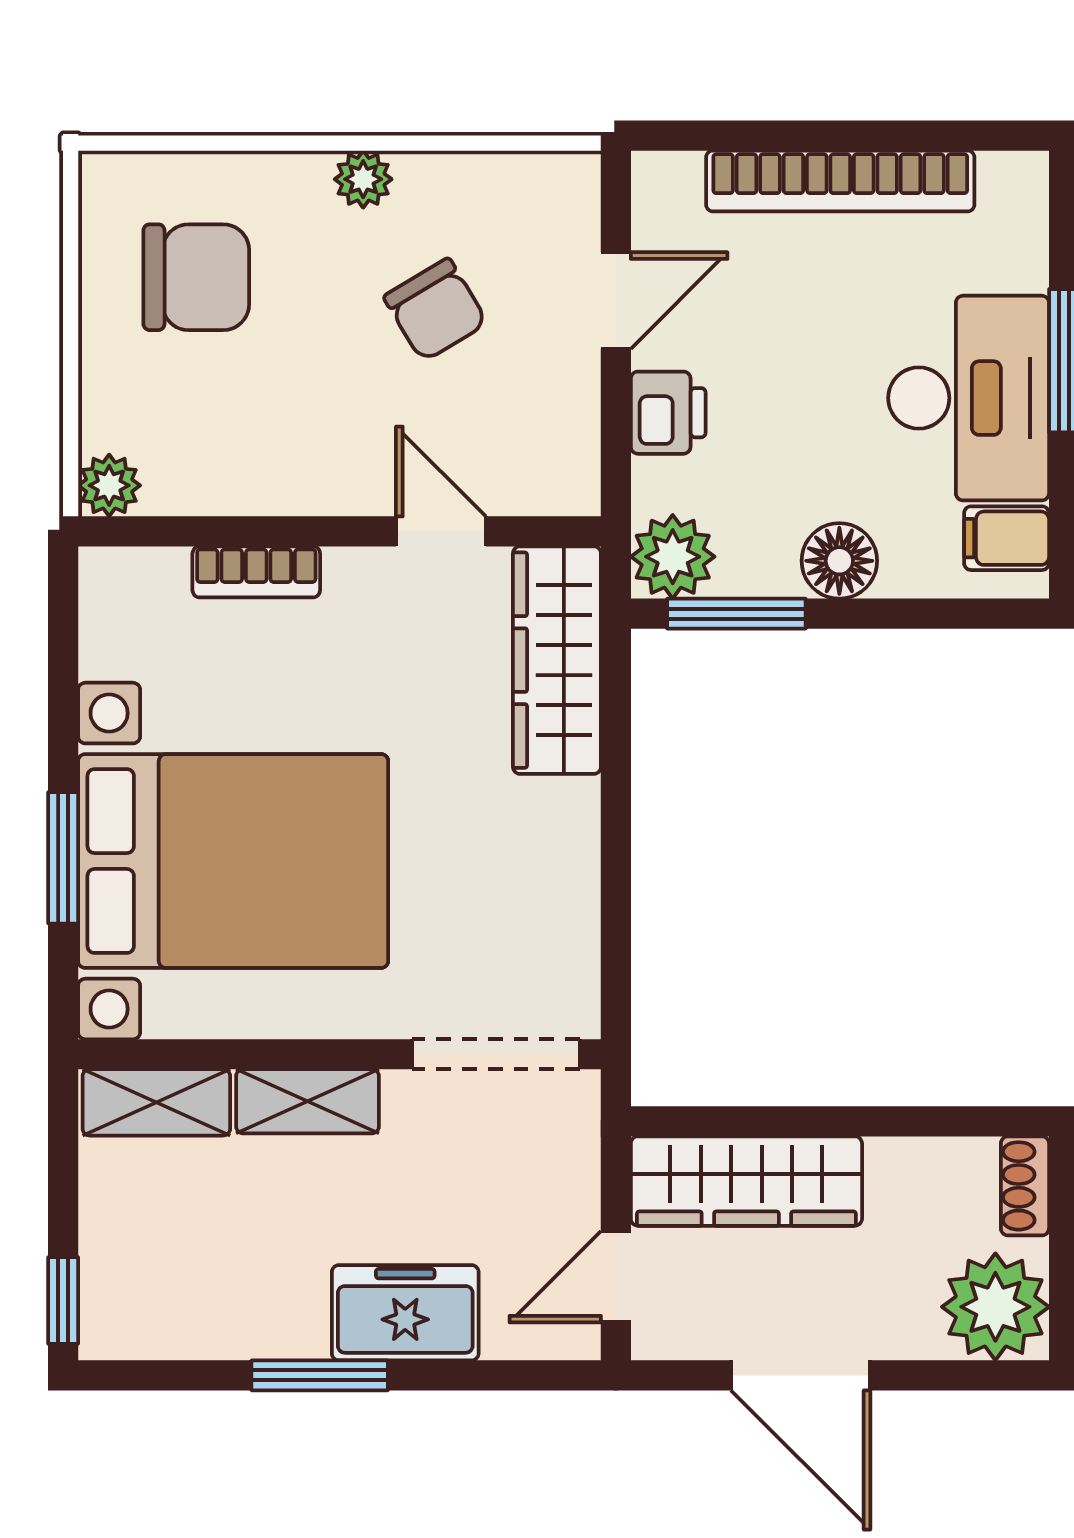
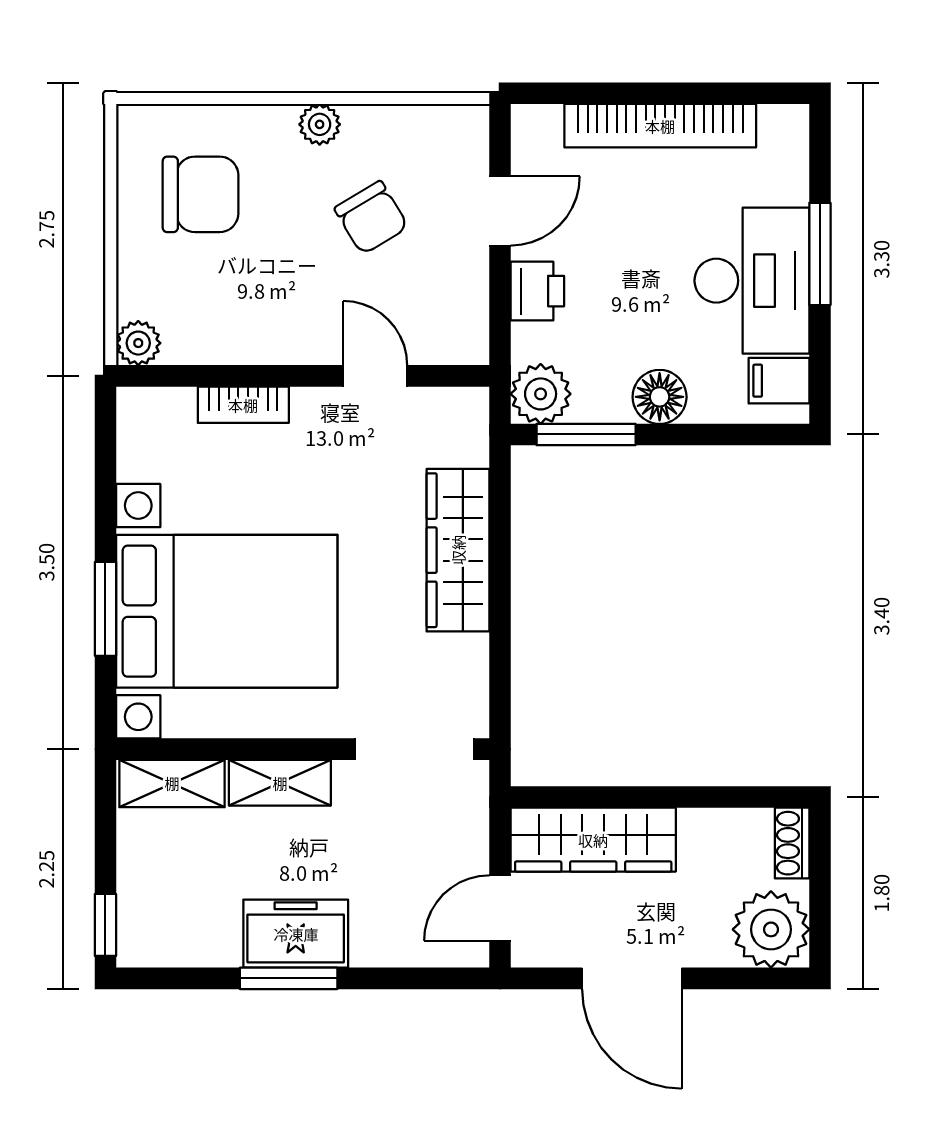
wardrobe: (557, 660) -> (458, 550), moved
freezer: (405, 1313) -> (296, 934), moved

